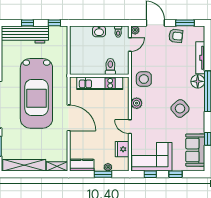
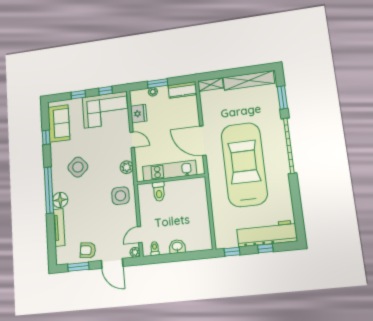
toilet: (110, 67) -> (159, 191), moved
wall: (99, 76) -> (171, 179), moved
kitchen unit: (100, 83) -> (169, 171), moved

